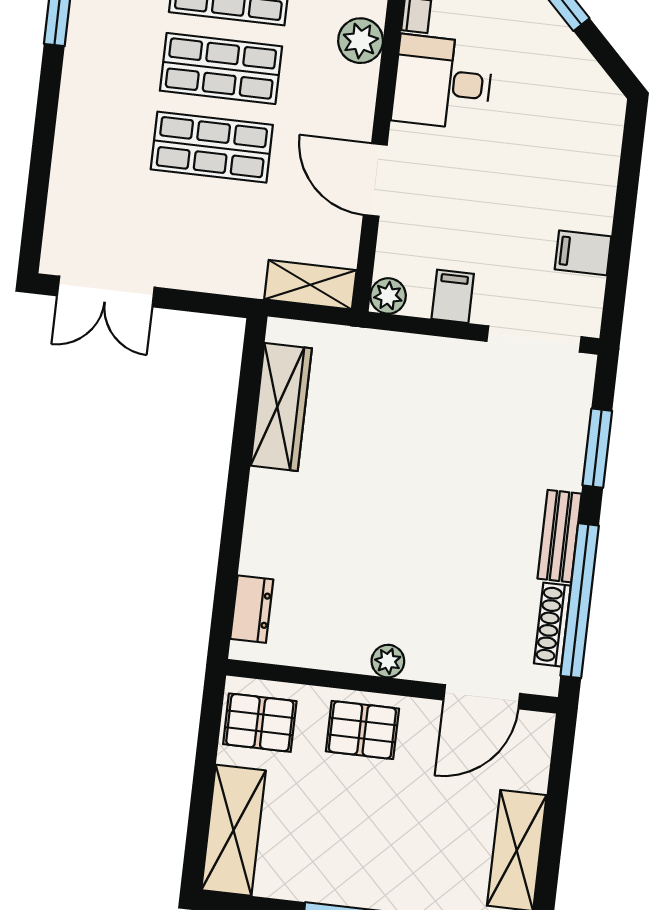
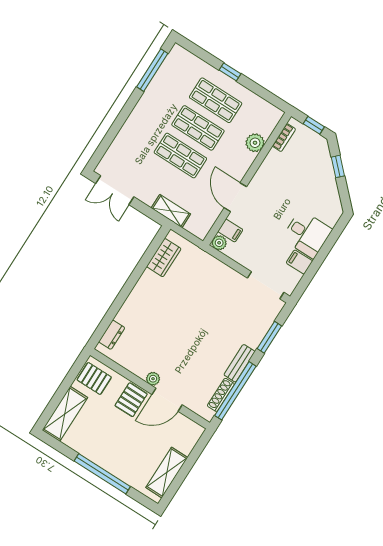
desk: (442, 82) -> (307, 234), moved, turned 180
shelving: (310, 285) -> (171, 211), moved
filing cabinet: (453, 296) -> (230, 231), moved, turned 90
wardrobe: (281, 407) -> (164, 258), width x0.67
door: (482, 697) -> (167, 400), moved
pallet: (362, 730) -> (131, 400), turned 90

